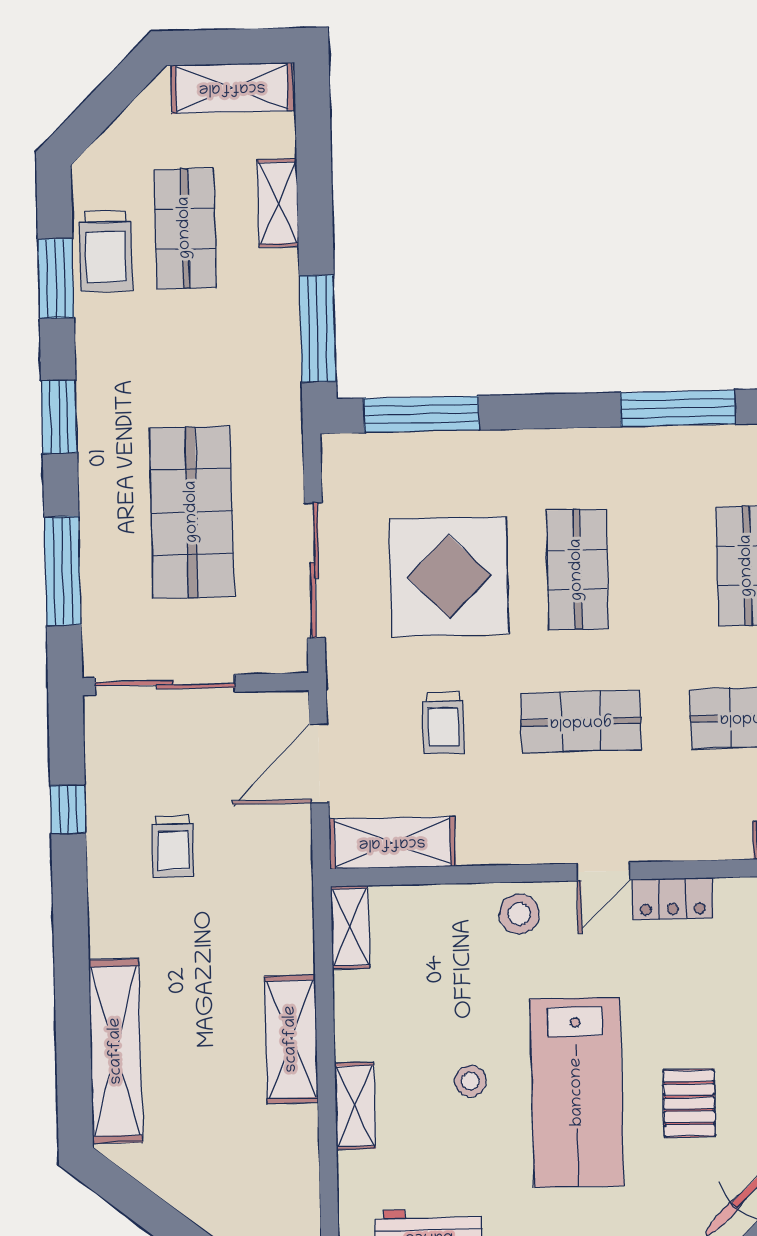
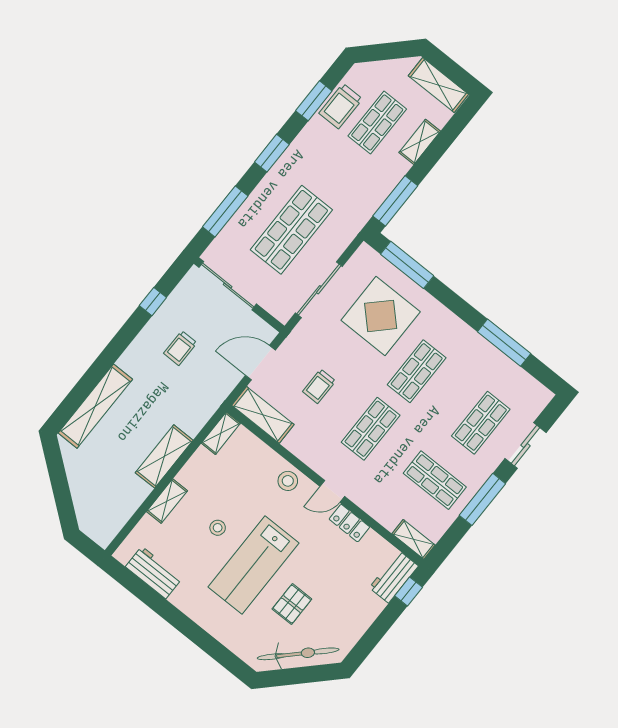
display table: (449, 577) -> (381, 316), moved
shop shelf: (581, 722) -> (371, 429), turned 90

